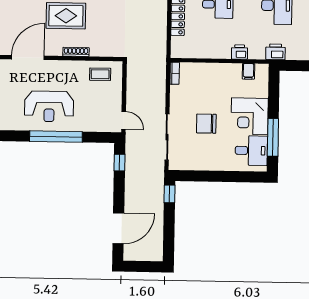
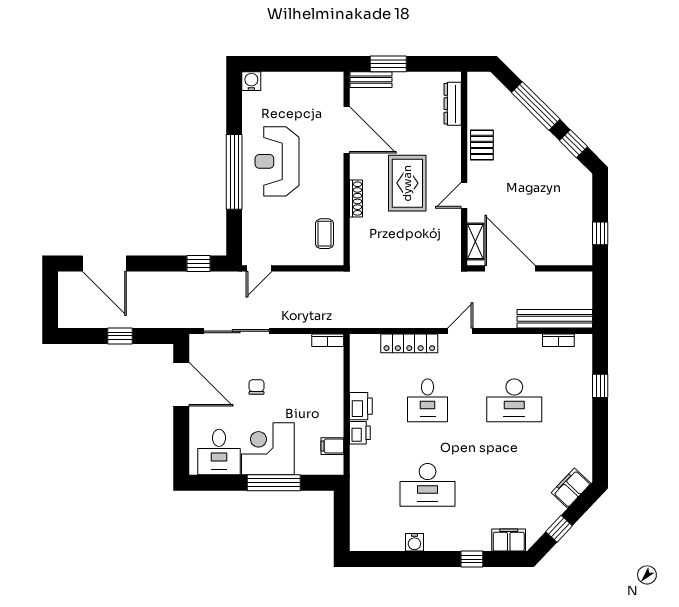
printer: (275, 52) -> (361, 406), moved
chair: (206, 124) -> (256, 387), width x0.54, depth x0.54
window: (273, 137) -> (274, 483), moved
door: (204, 176) -> (181, 384), added
window: (169, 194) -> (120, 336), moved

